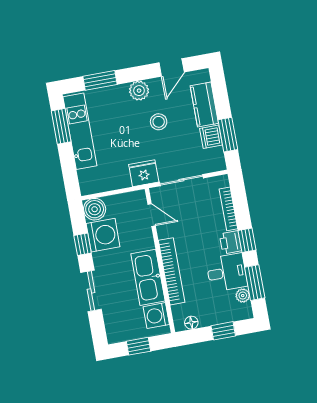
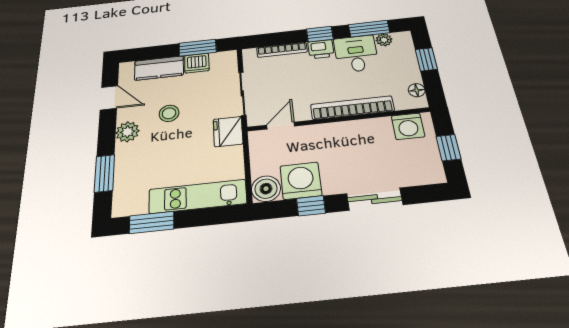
kitchen unit: (80, 131) -> (198, 196), moved
kitchen sink: (148, 277) -> (359, 133), removed

